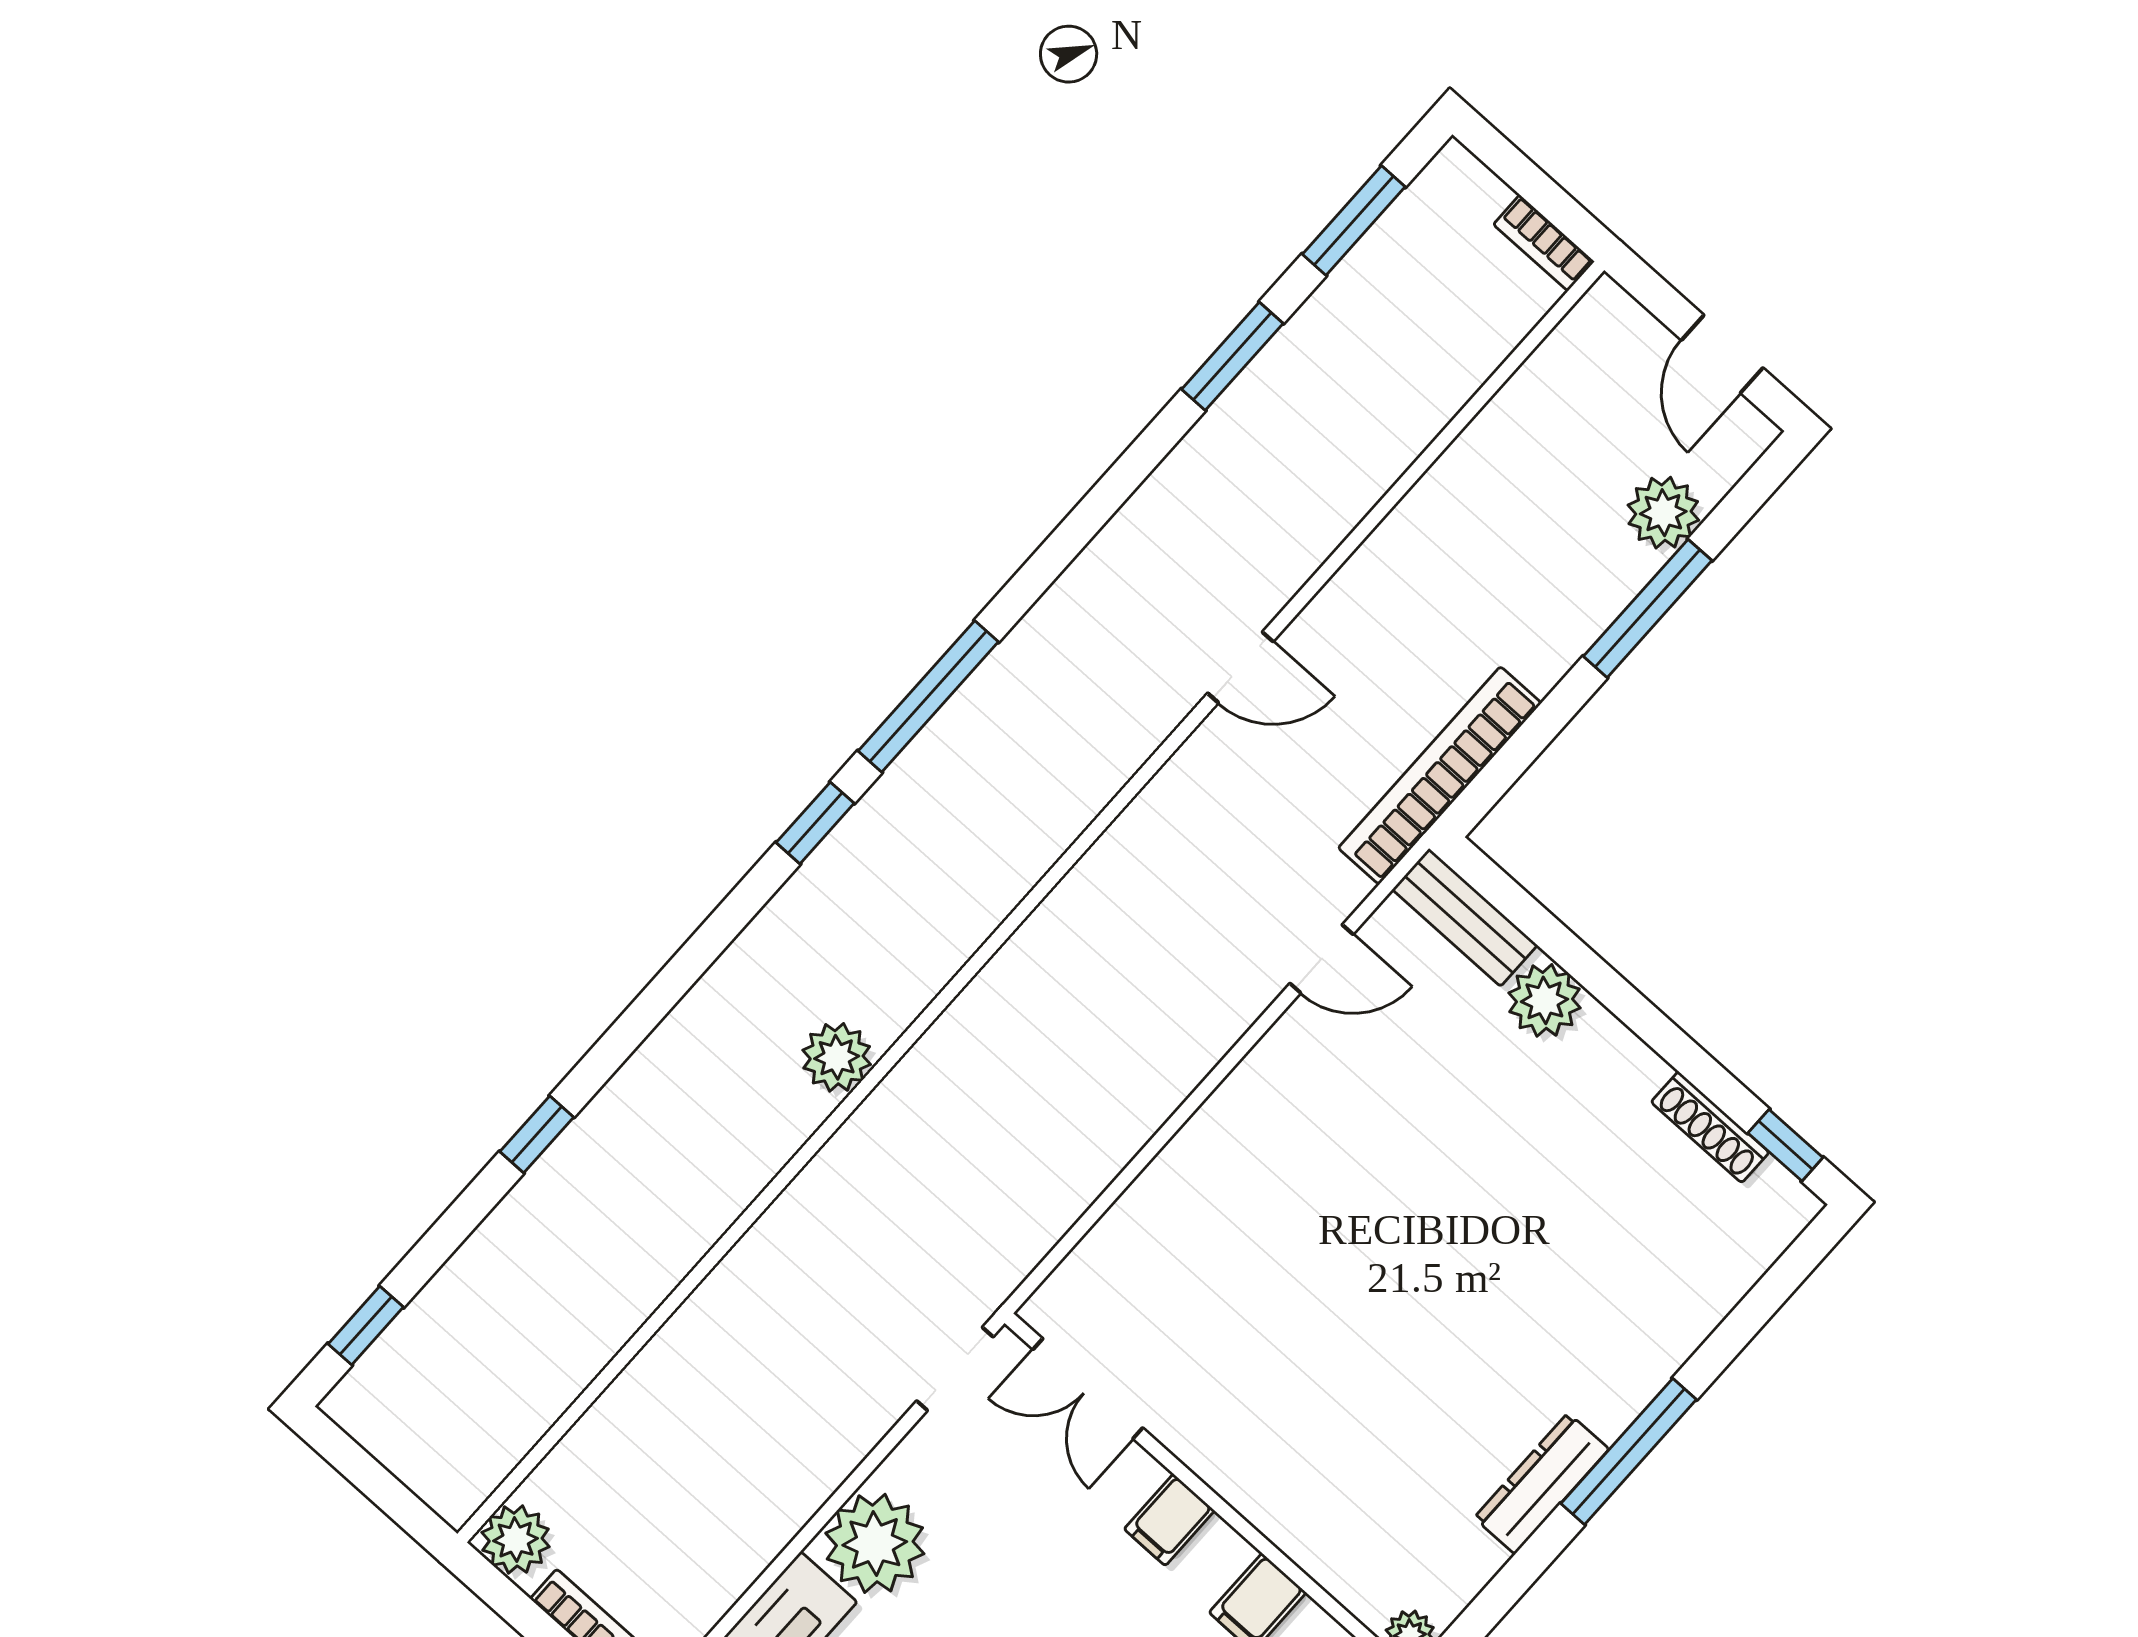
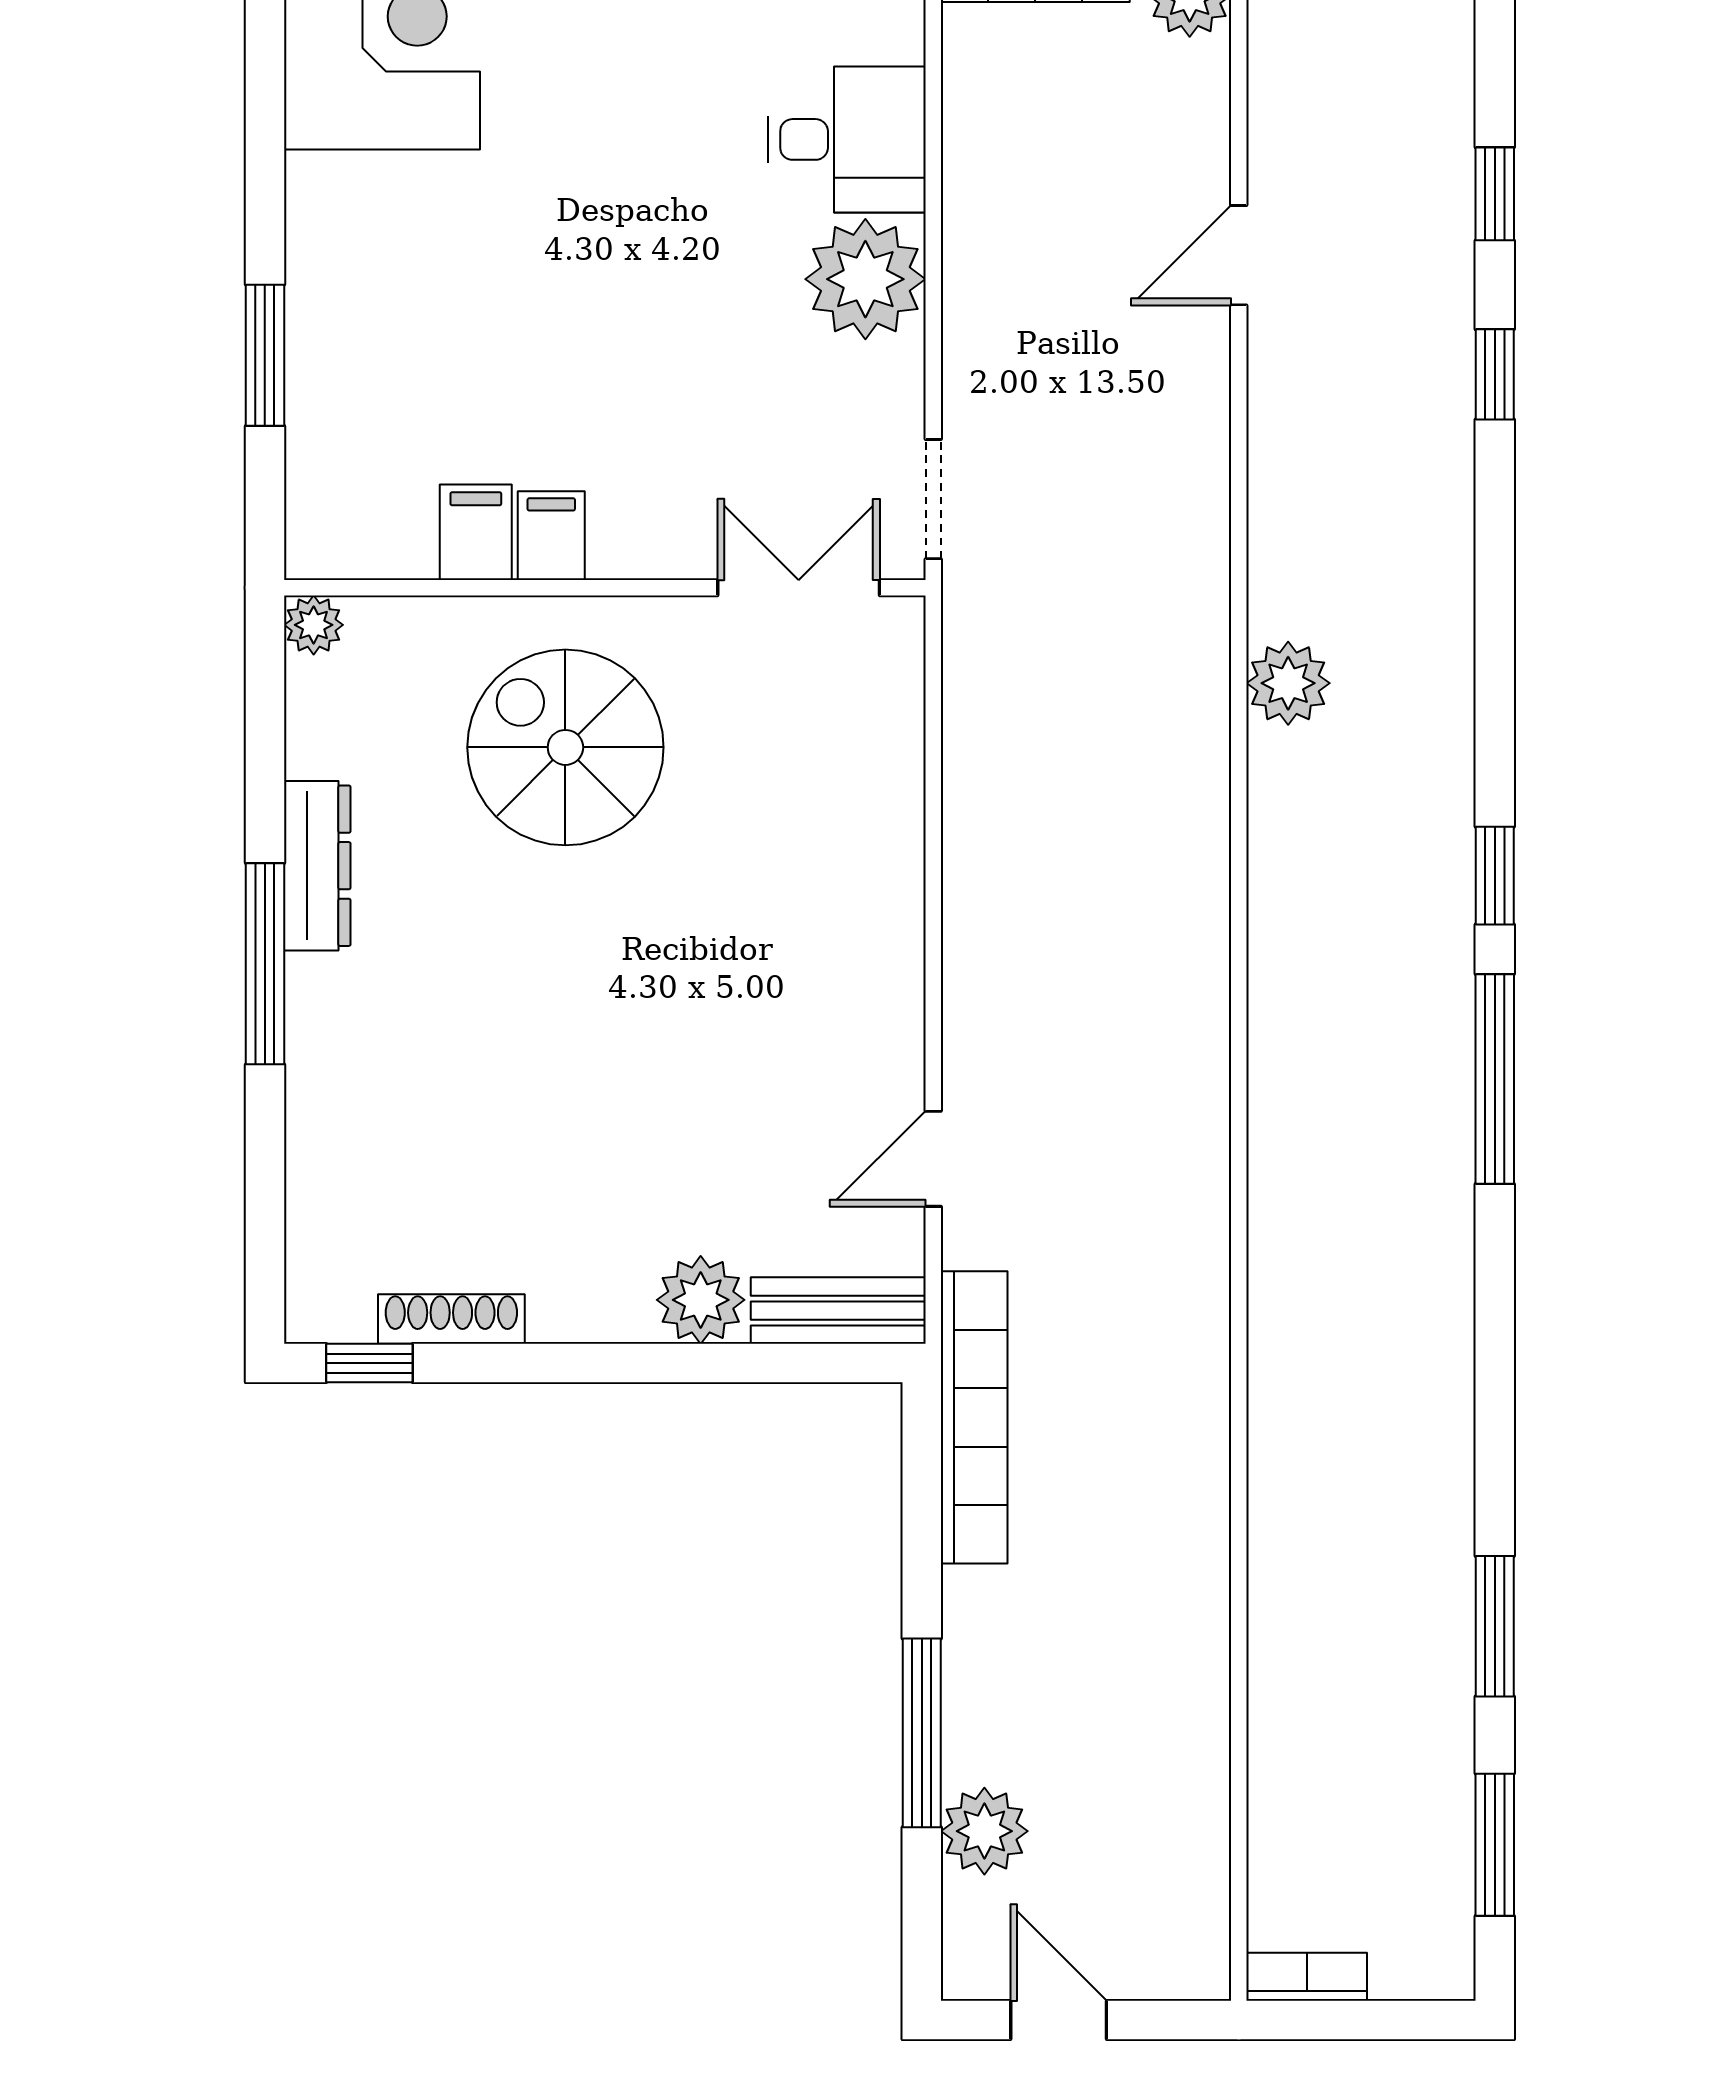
door: (1240, 667) -> (1239, 255), moved
window: (366, 1326) -> (1495, 194), moved
spiral stairs: (1322, 1419) -> (565, 747), added
filing cabinet: (1169, 1520) -> (551, 536), moved

